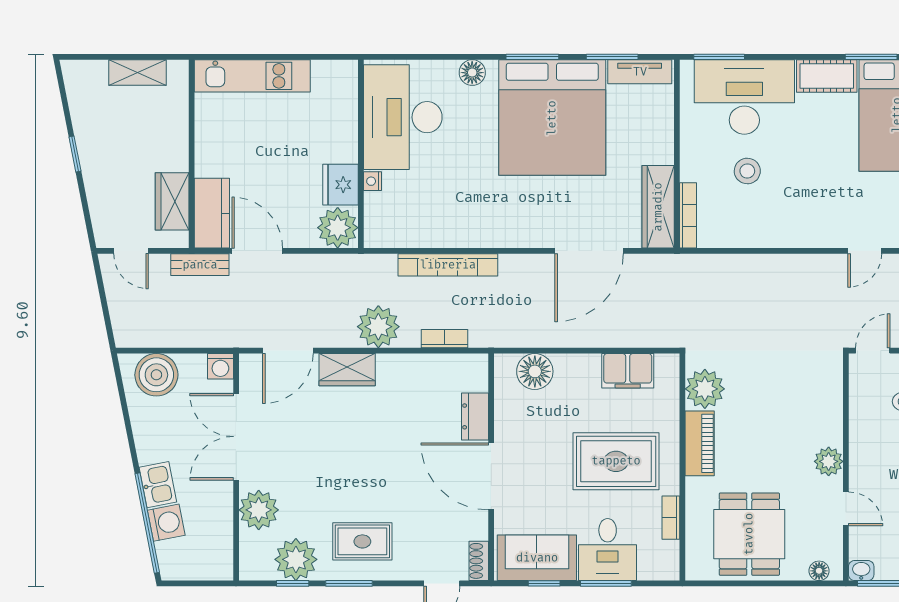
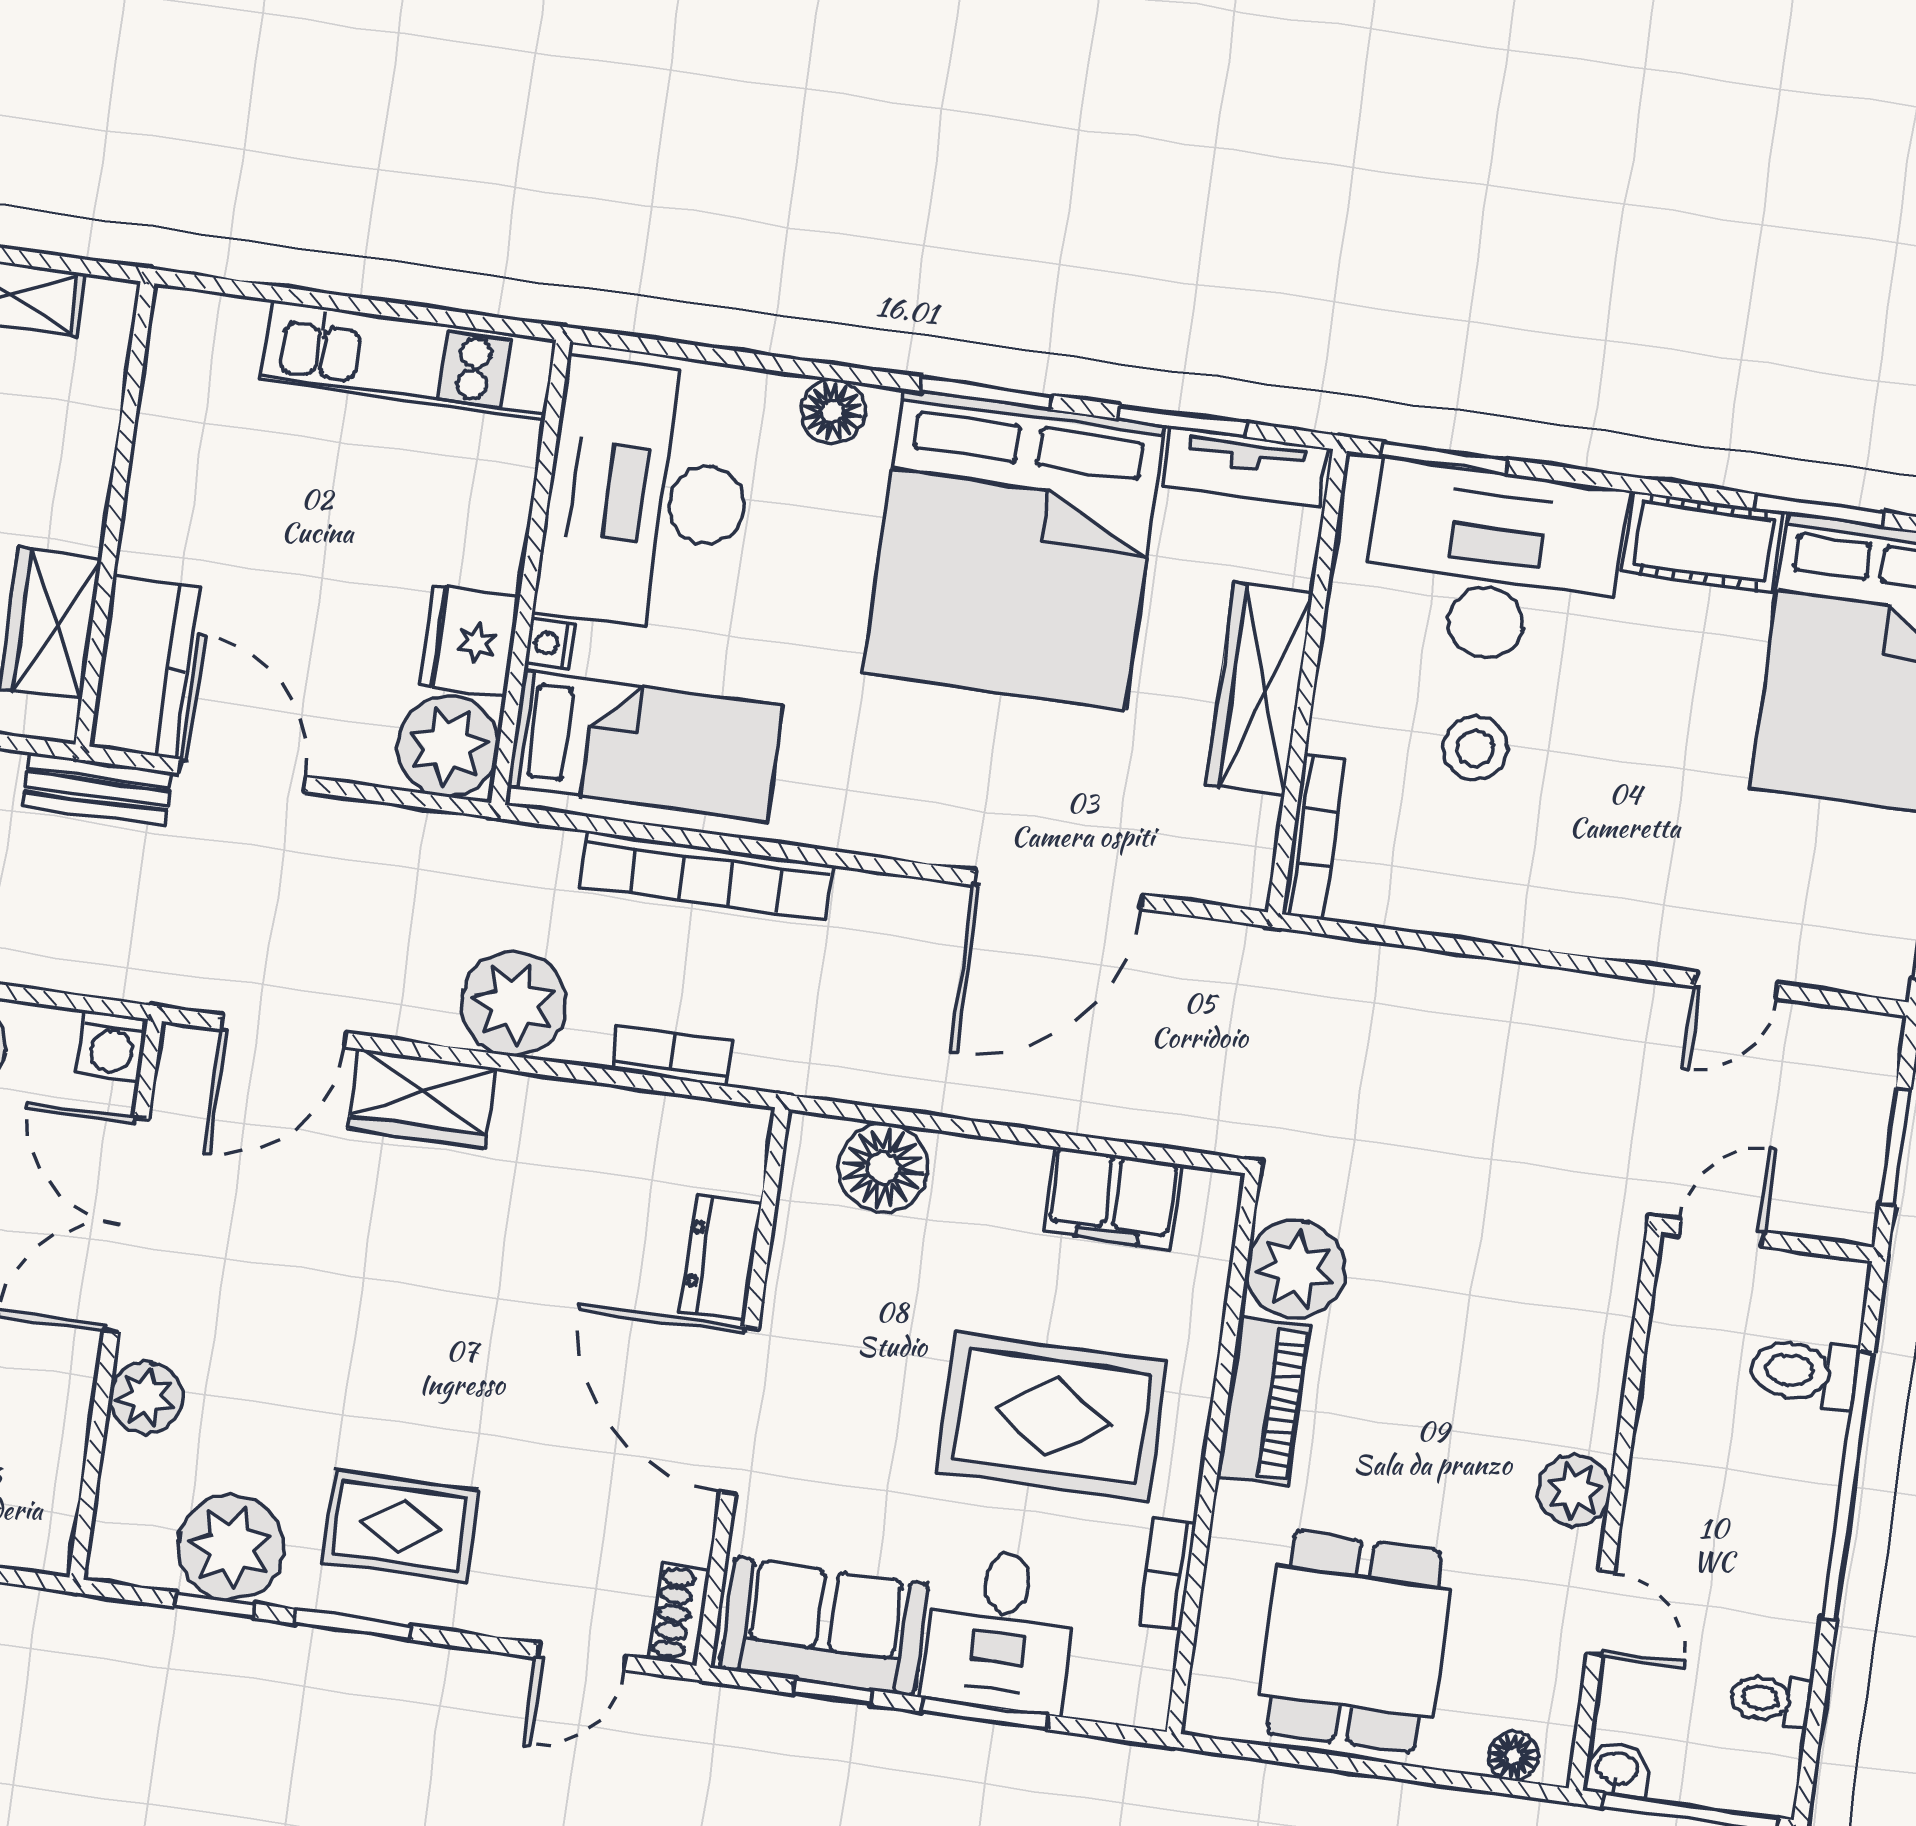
kitchen unit: (252, 76) -> (409, 360), moved
wardrobe: (658, 207) -> (1259, 689), moved
bed: (416, 217) -> (645, 746), added
plant: (259, 510) -> (145, 1398), width x0.73, depth x0.73

